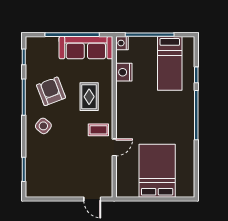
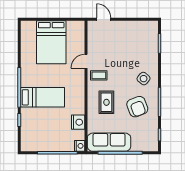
bed: (170, 63) -> (43, 97), moved, turned 90

